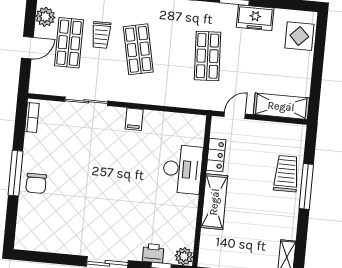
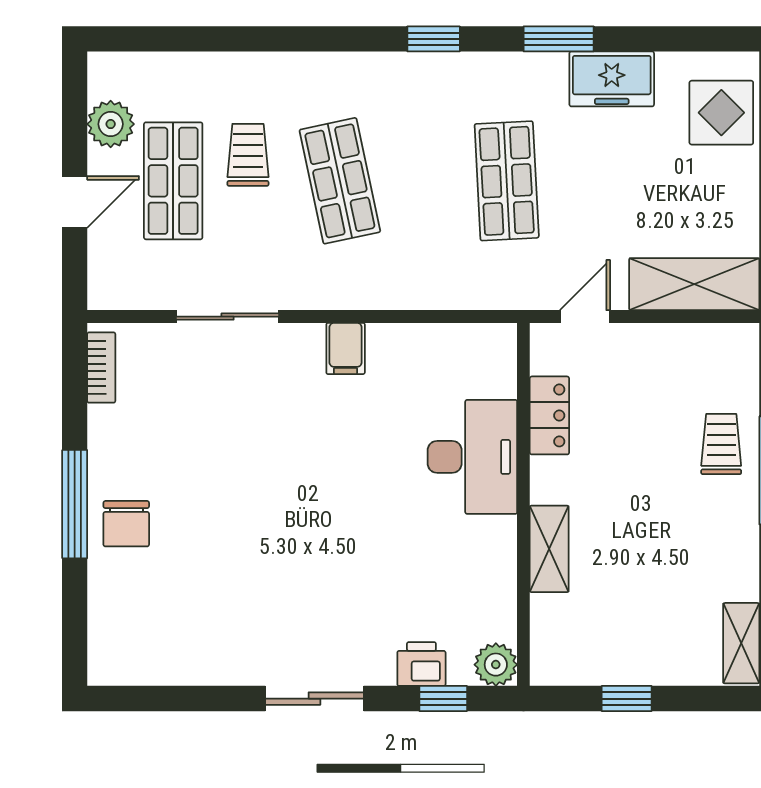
trolley: (101, 35) -> (248, 155), turned 180
trolley: (286, 174) -> (721, 444), width x0.73, depth x0.72
shelving: (214, 202) -> (549, 549), width x0.67, depth x0.75

